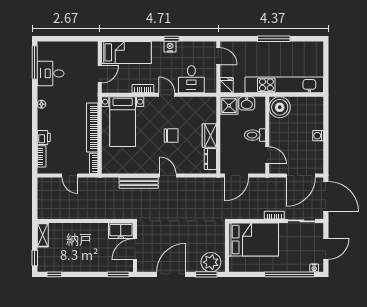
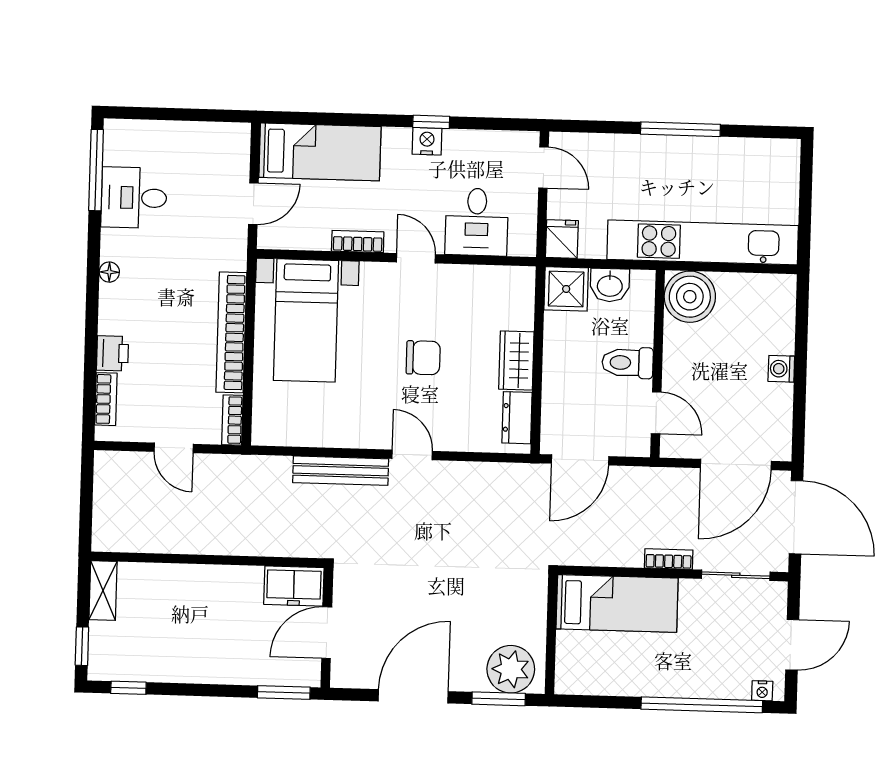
bed: (254, 240) -> (617, 603), width x0.67

